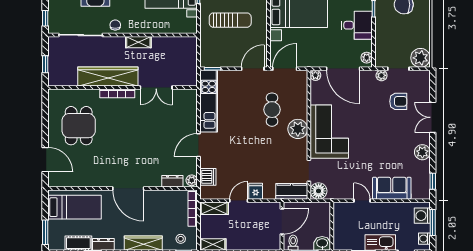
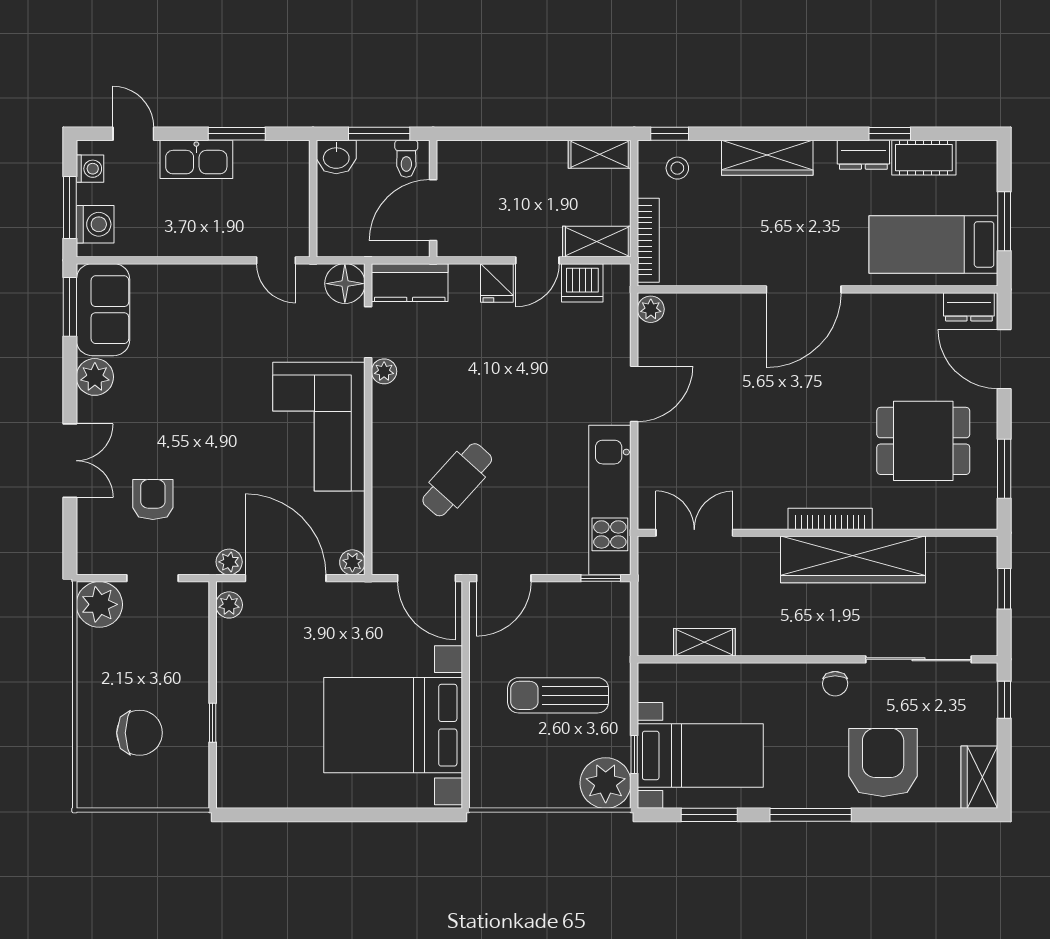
desk: (357, 25) -> (253, 683), removed
shelving: (138, 42) -> (704, 642), moved
door: (285, 69) -> (427, 578), hinge flipped
plant: (382, 75) -> (229, 562), moved
double door: (156, 88) -> (694, 533), moved
armchair: (398, 101) -> (153, 500), turned 90
cafe table: (272, 110) -> (457, 480), turned 42
window: (45, 114) -> (1004, 469), added
dining table: (79, 126) -> (923, 441), turned 90
plant: (298, 129) -> (384, 371), moved, width x0.53, depth x0.53
dishwasher: (208, 177) -> (582, 283), moved, turned -90
dresser: (172, 181) -> (969, 307), moved
window: (433, 181) -> (70, 307), width x1.50
door: (128, 188) -> (804, 289), swing flipped
sofa: (392, 188) -> (103, 310), moved, turned -90
door: (362, 201) -> (276, 260), moved
window: (45, 232) -> (1004, 221), moved

